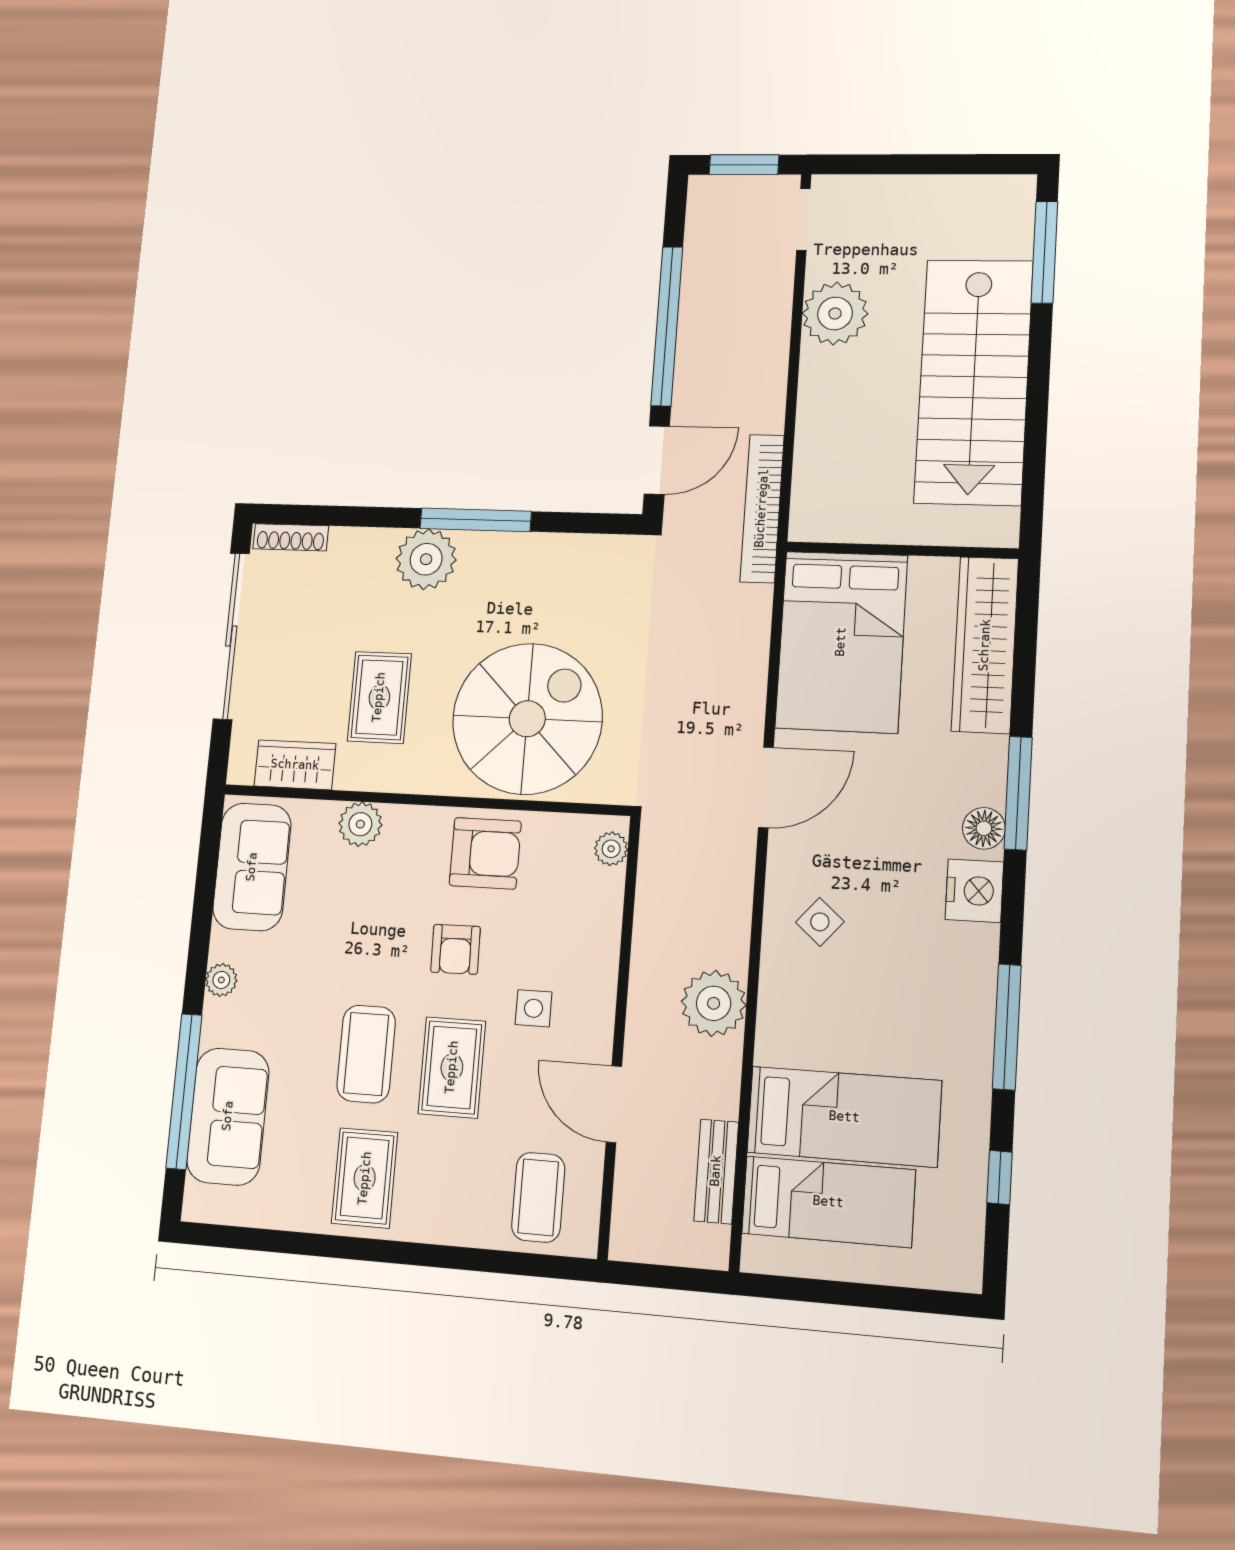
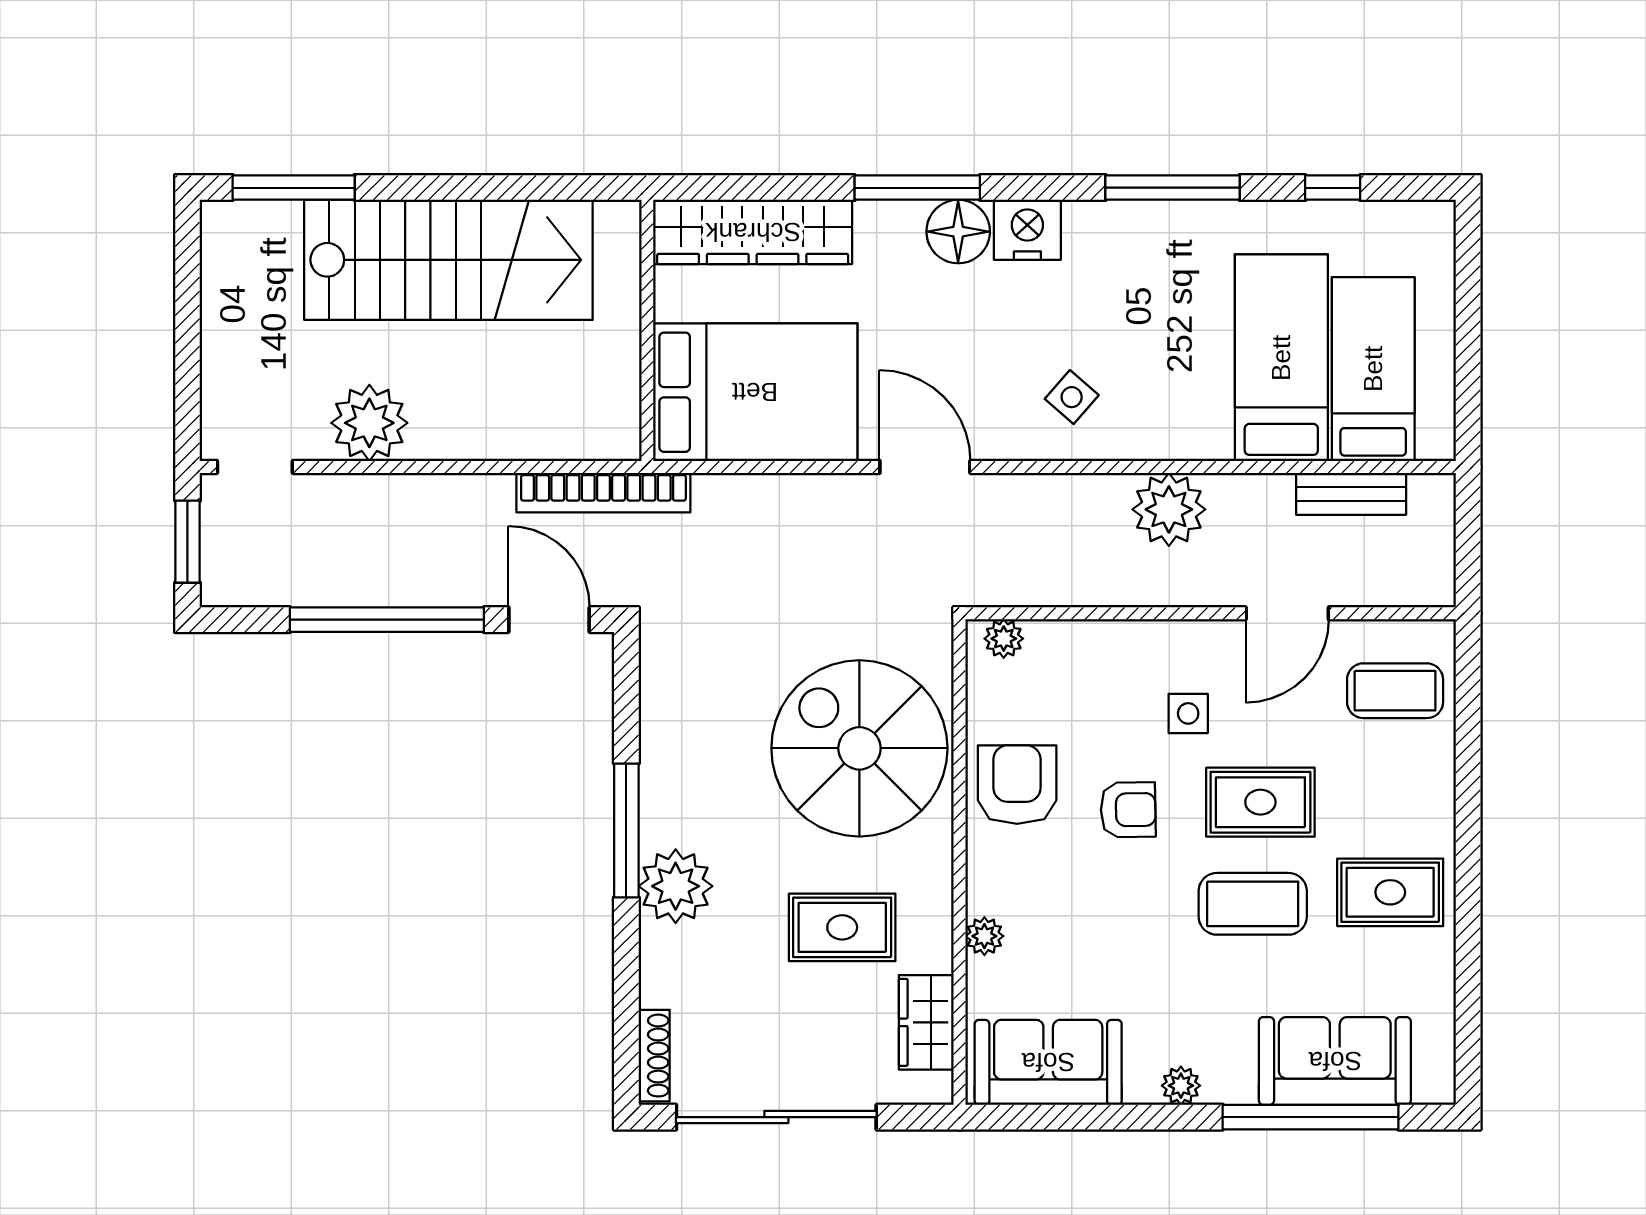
plant: (360, 824) -> (984, 936), width x0.73, depth x0.73
floor lamp: (984, 828) -> (958, 232), width x1.38, depth x1.38

